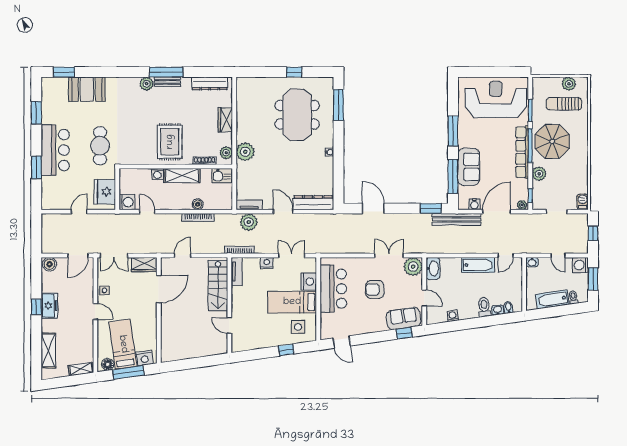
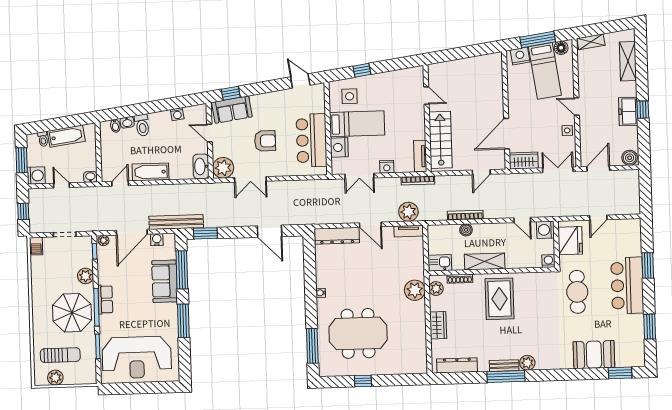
meeting table: (297, 115) -> (358, 333), turned 90
row of seats: (522, 152) -> (105, 299), width x0.50
washing machine: (157, 174) -> (548, 261), moved

